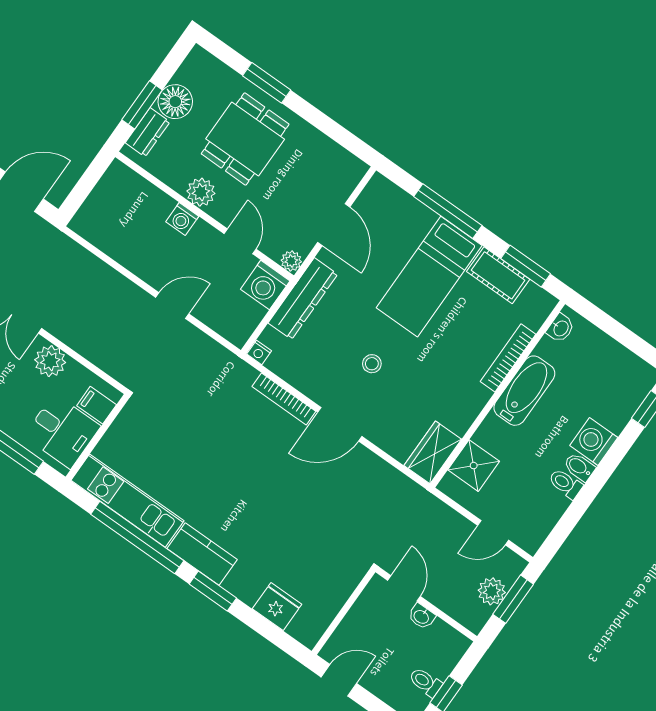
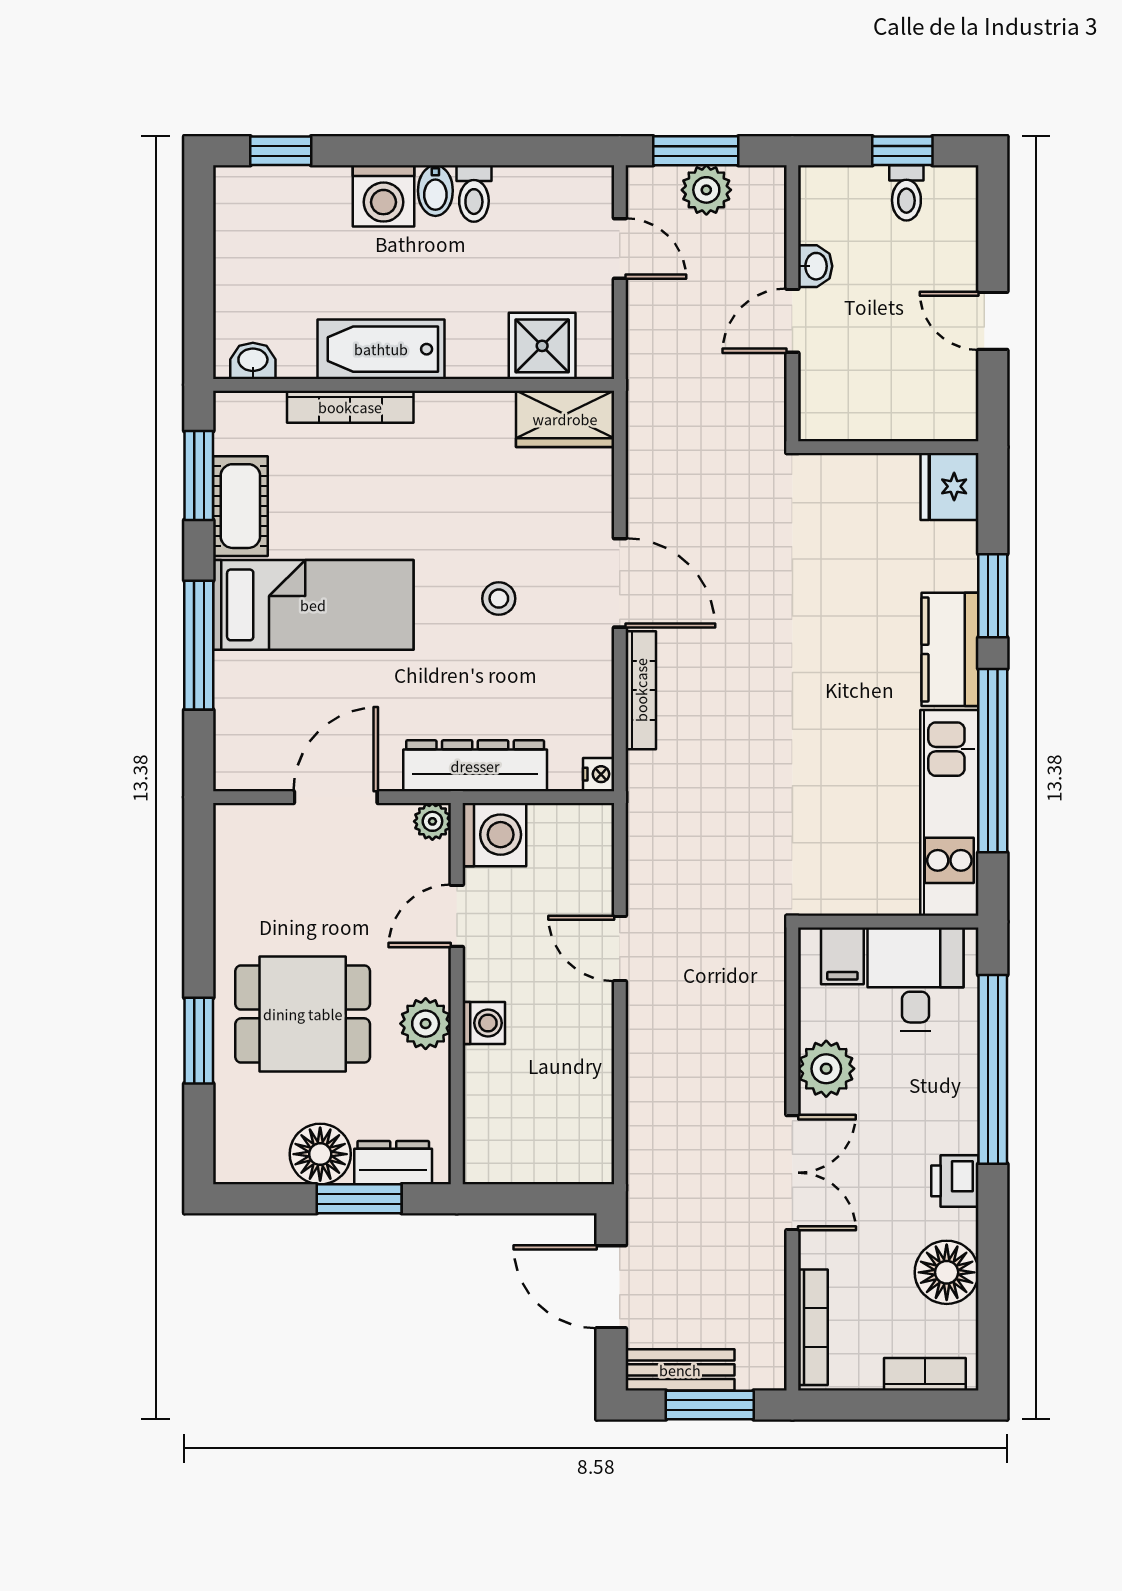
wall: (343, 612) -> (888, 447), moved

